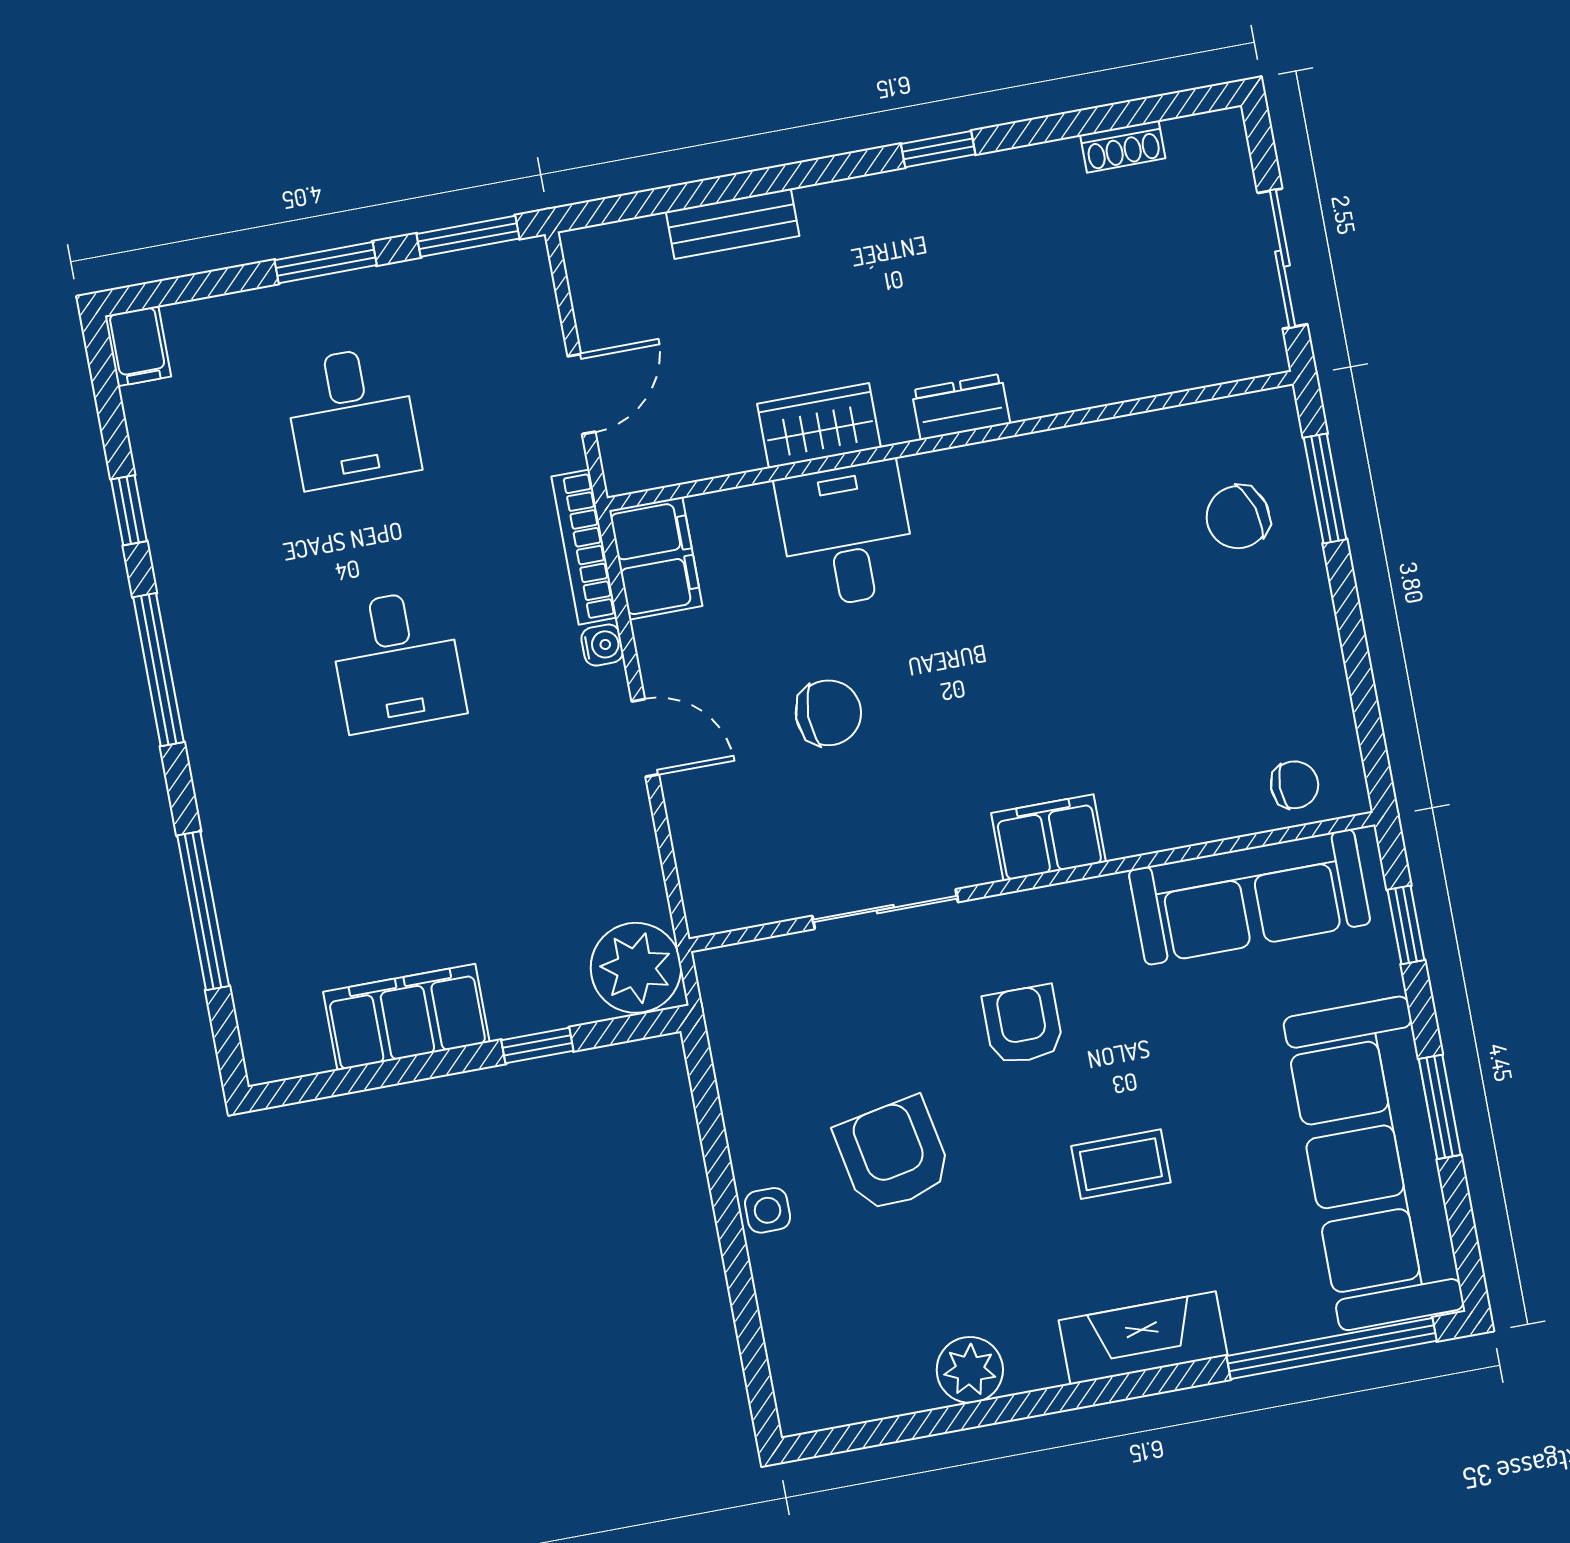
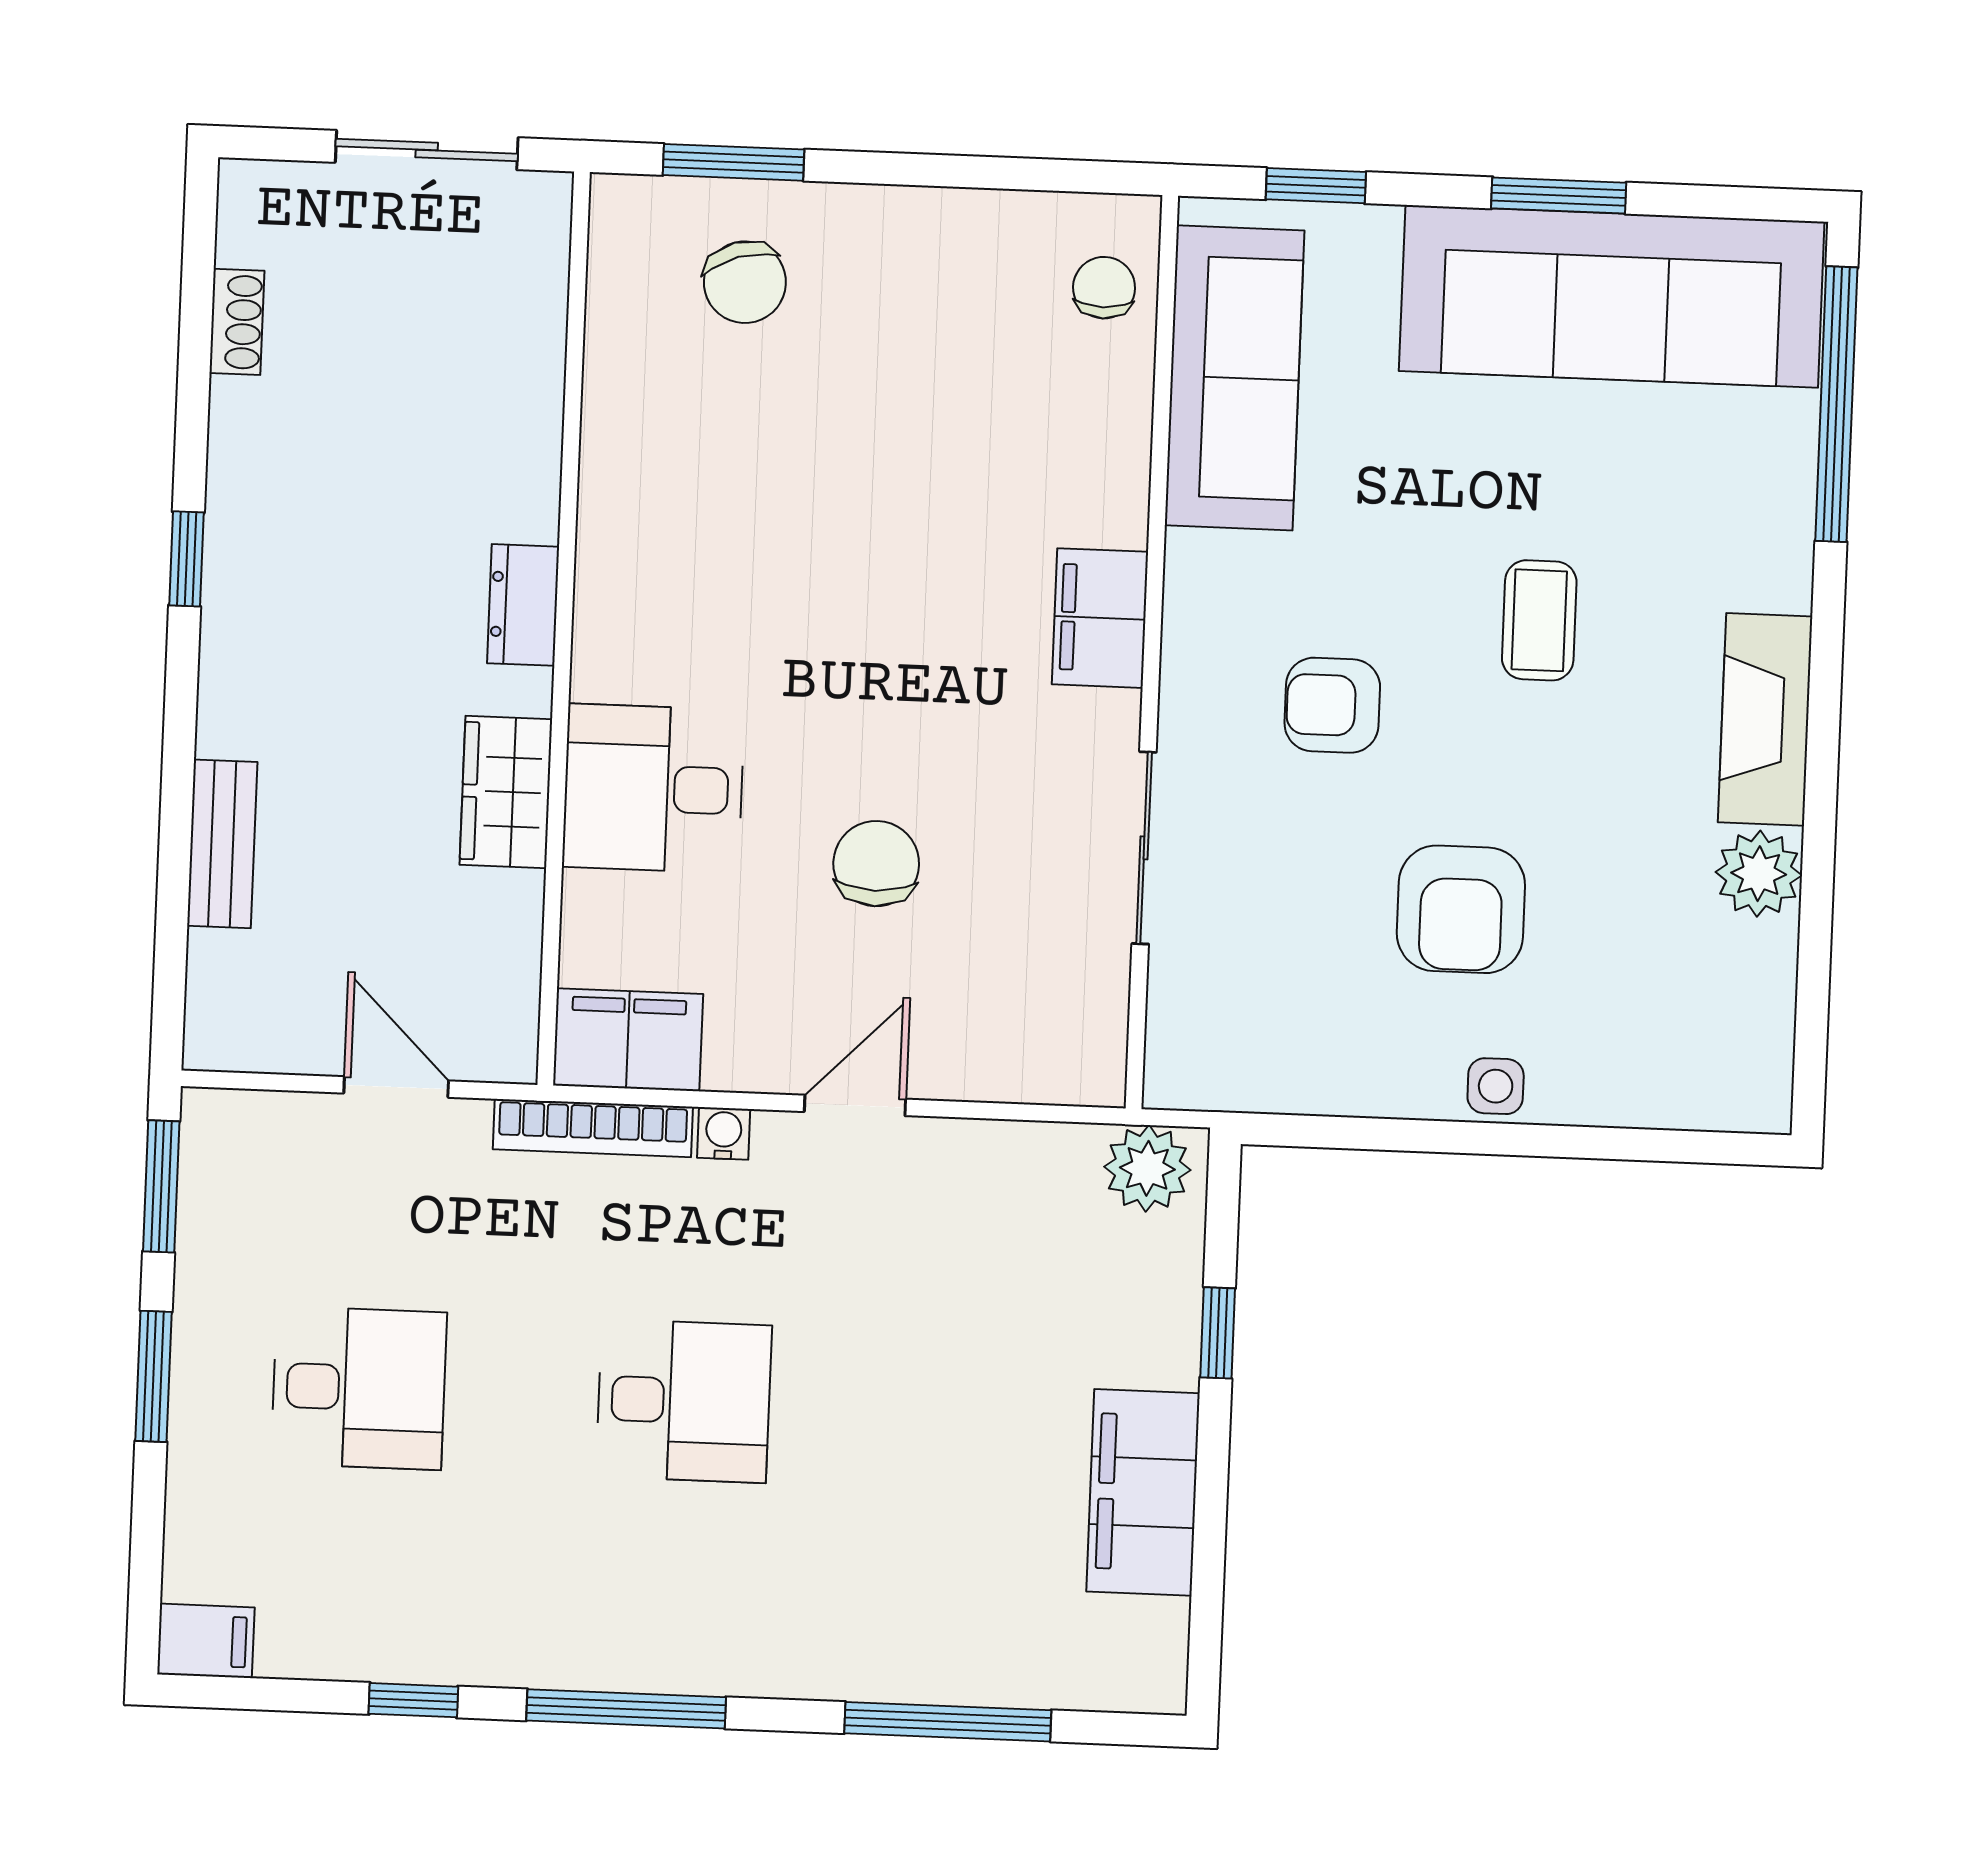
plant: (636, 968) -> (1147, 1168), width x0.73, depth x0.73
armchair: (893, 1155) -> (1461, 909), turned -79
fireplace: (1143, 1338) -> (1765, 719), moved

